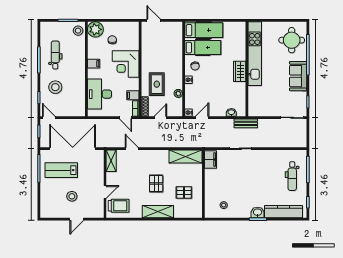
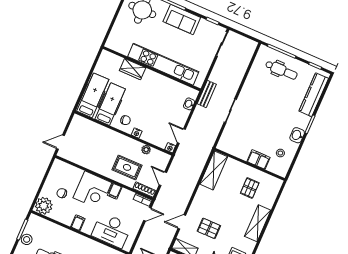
stool: (78, 31) -> (27, 239), moved
kitchen unit: (255, 54) -> (163, 64), moved
wardrobe: (240, 71) -> (133, 69), moved
filing cabinet: (133, 95) -> (115, 191), moved
filing cabinet: (210, 159) -> (259, 160), moved
pallet: (156, 183) -> (209, 228), moved
washbasin: (258, 212) -> (297, 135), moved

